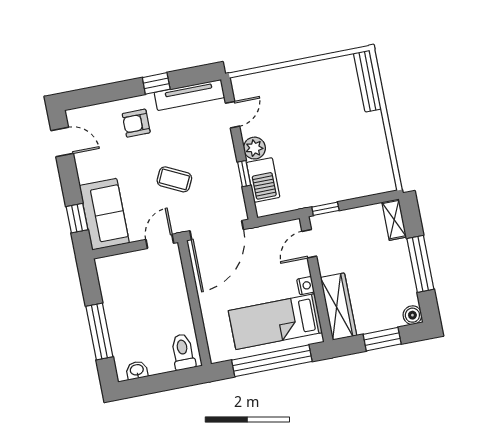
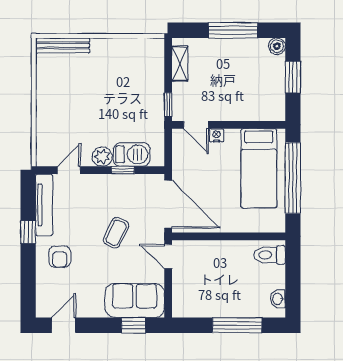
door: (233, 115) -> (69, 170), hinge flipped
shelving: (394, 220) -> (180, 64), moved, turned 90
nightstand: (306, 286) -> (217, 135), moved
wardrobe: (338, 307) -> (257, 110), removed

